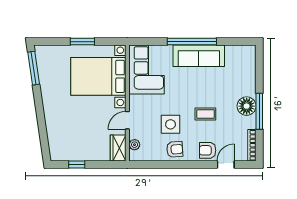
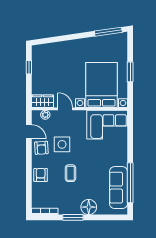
window: (192, 42) -> (130, 183), moved
sofa: (199, 56) -> (118, 188), moved
floor lamp: (247, 106) -> (89, 207), moved
window: (259, 111) -> (73, 217), width x0.69
door: (226, 164) -> (29, 132), moved

